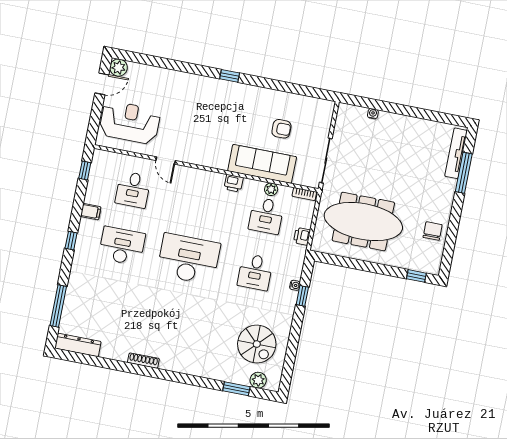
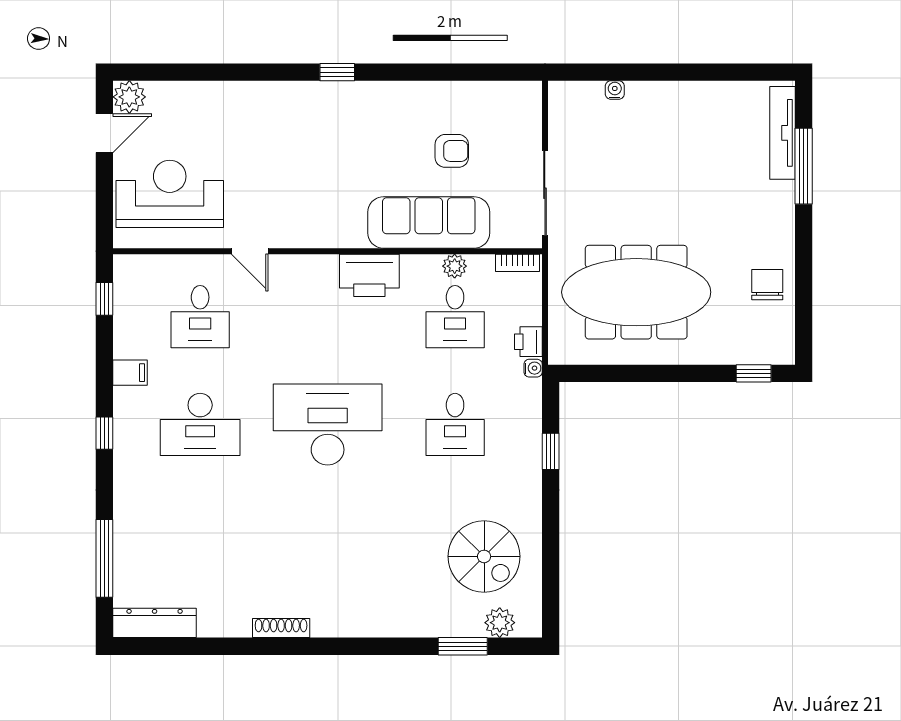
printer: (234, 183) -> (369, 275), width x1.87, depth x1.48
desk: (122, 246) -> (200, 424), turned 180
water cooler: (295, 285) -> (533, 368), moved

